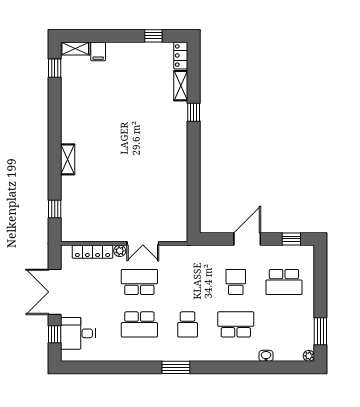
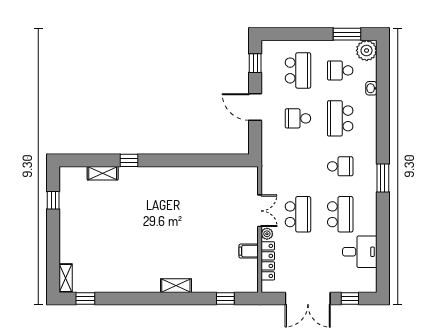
filing cabinet: (98, 51) -> (249, 251), moved, turned 180
locker: (181, 56) -> (73, 173), removed
school desk: (139, 282) -> (298, 214), turned 180
school desk: (284, 324) -> (340, 70), added
desk: (78, 333) -> (360, 252), moved, turned -90
plant: (309, 356) -> (367, 50), width x1.87, depth x1.87

